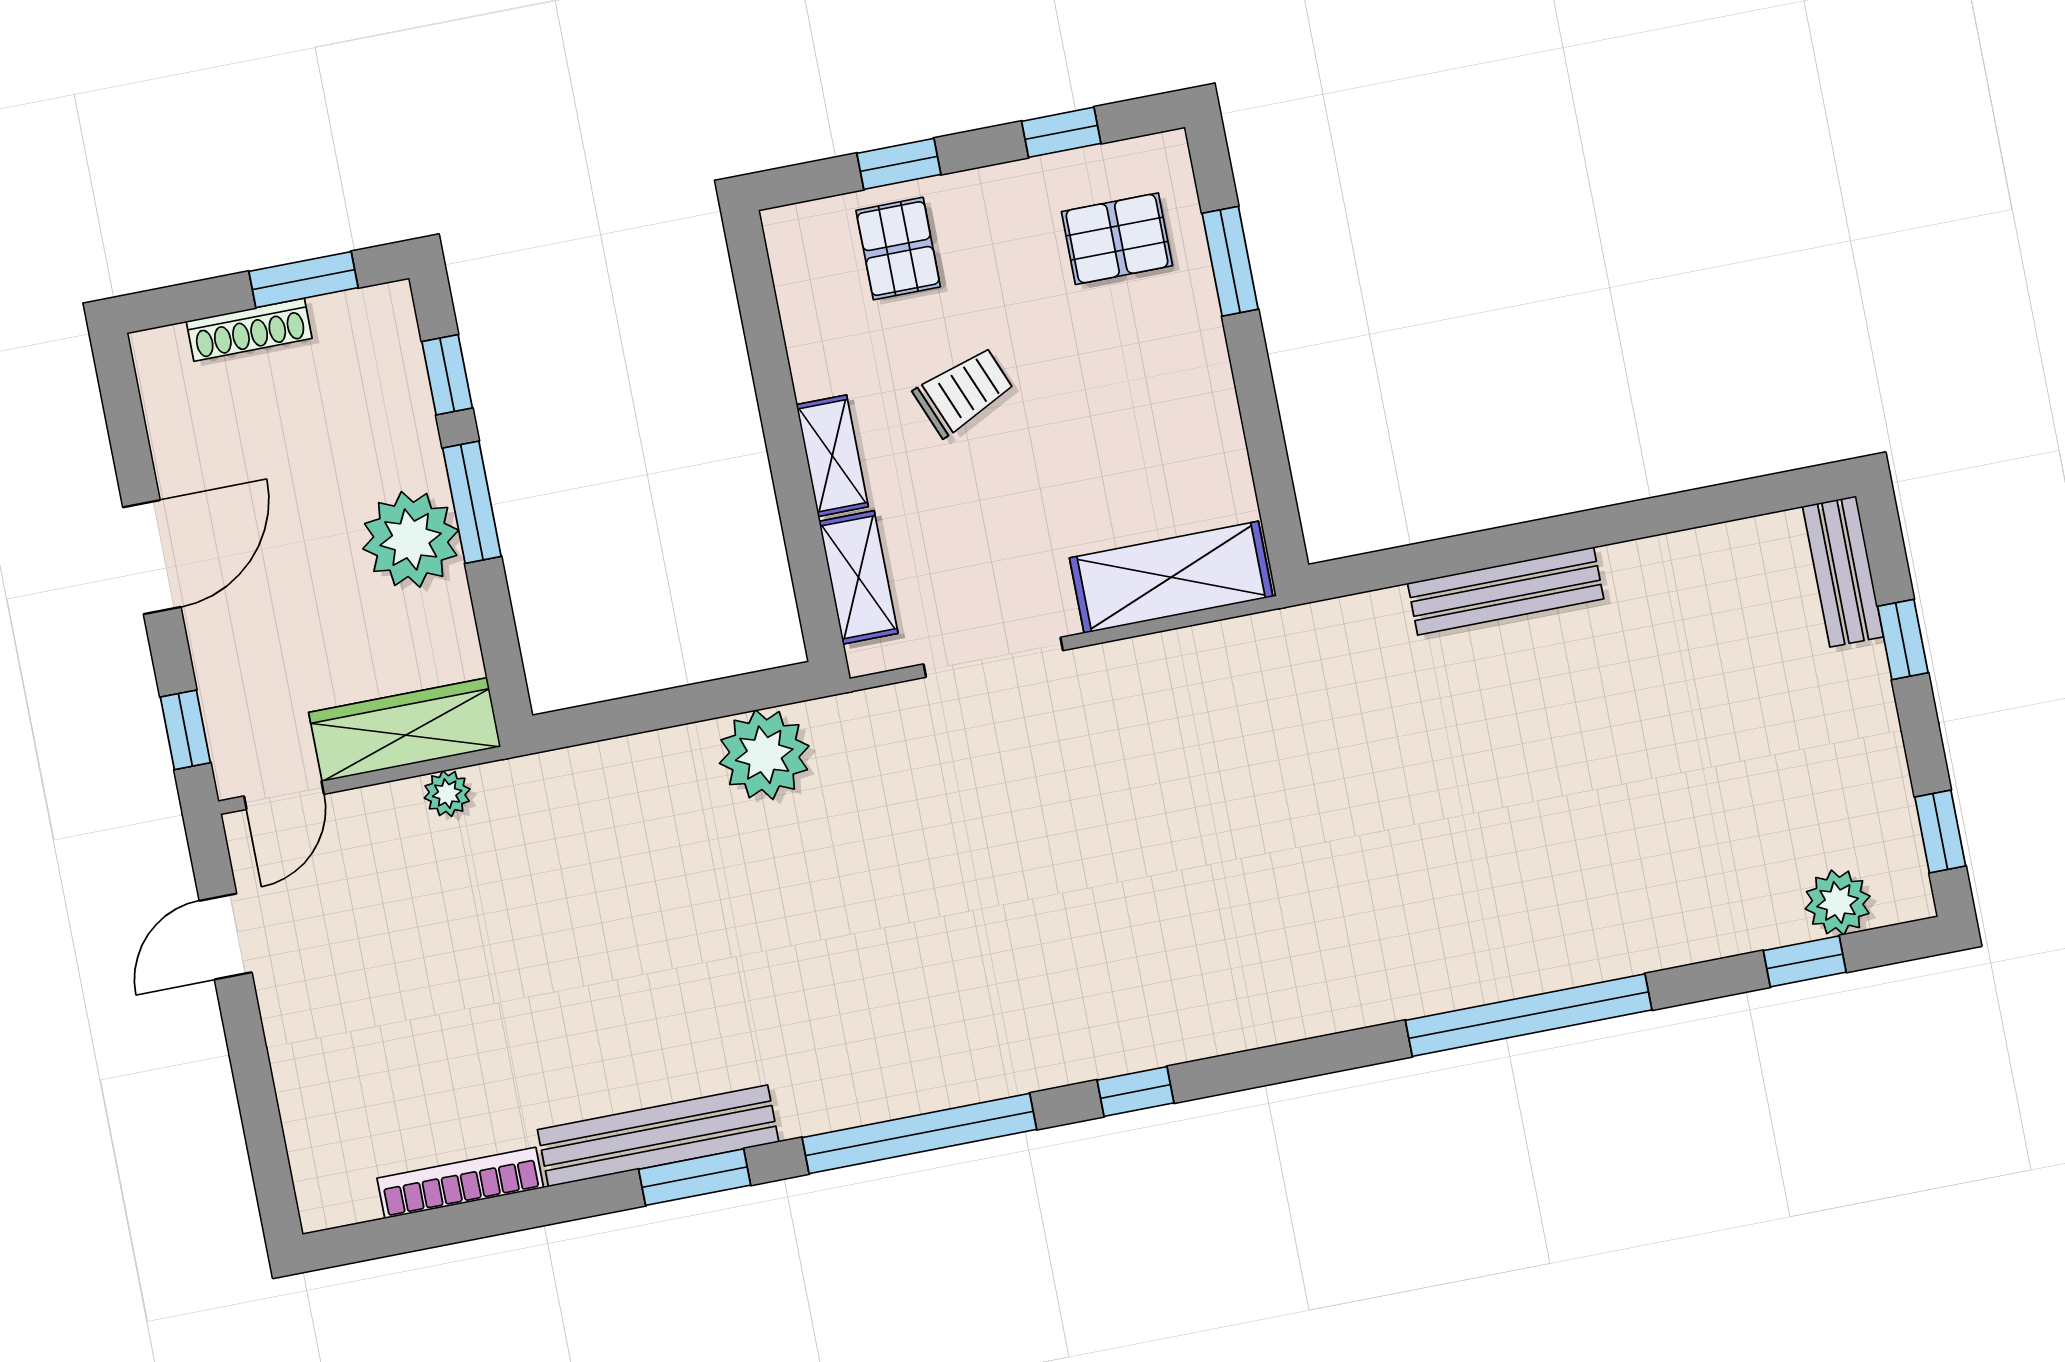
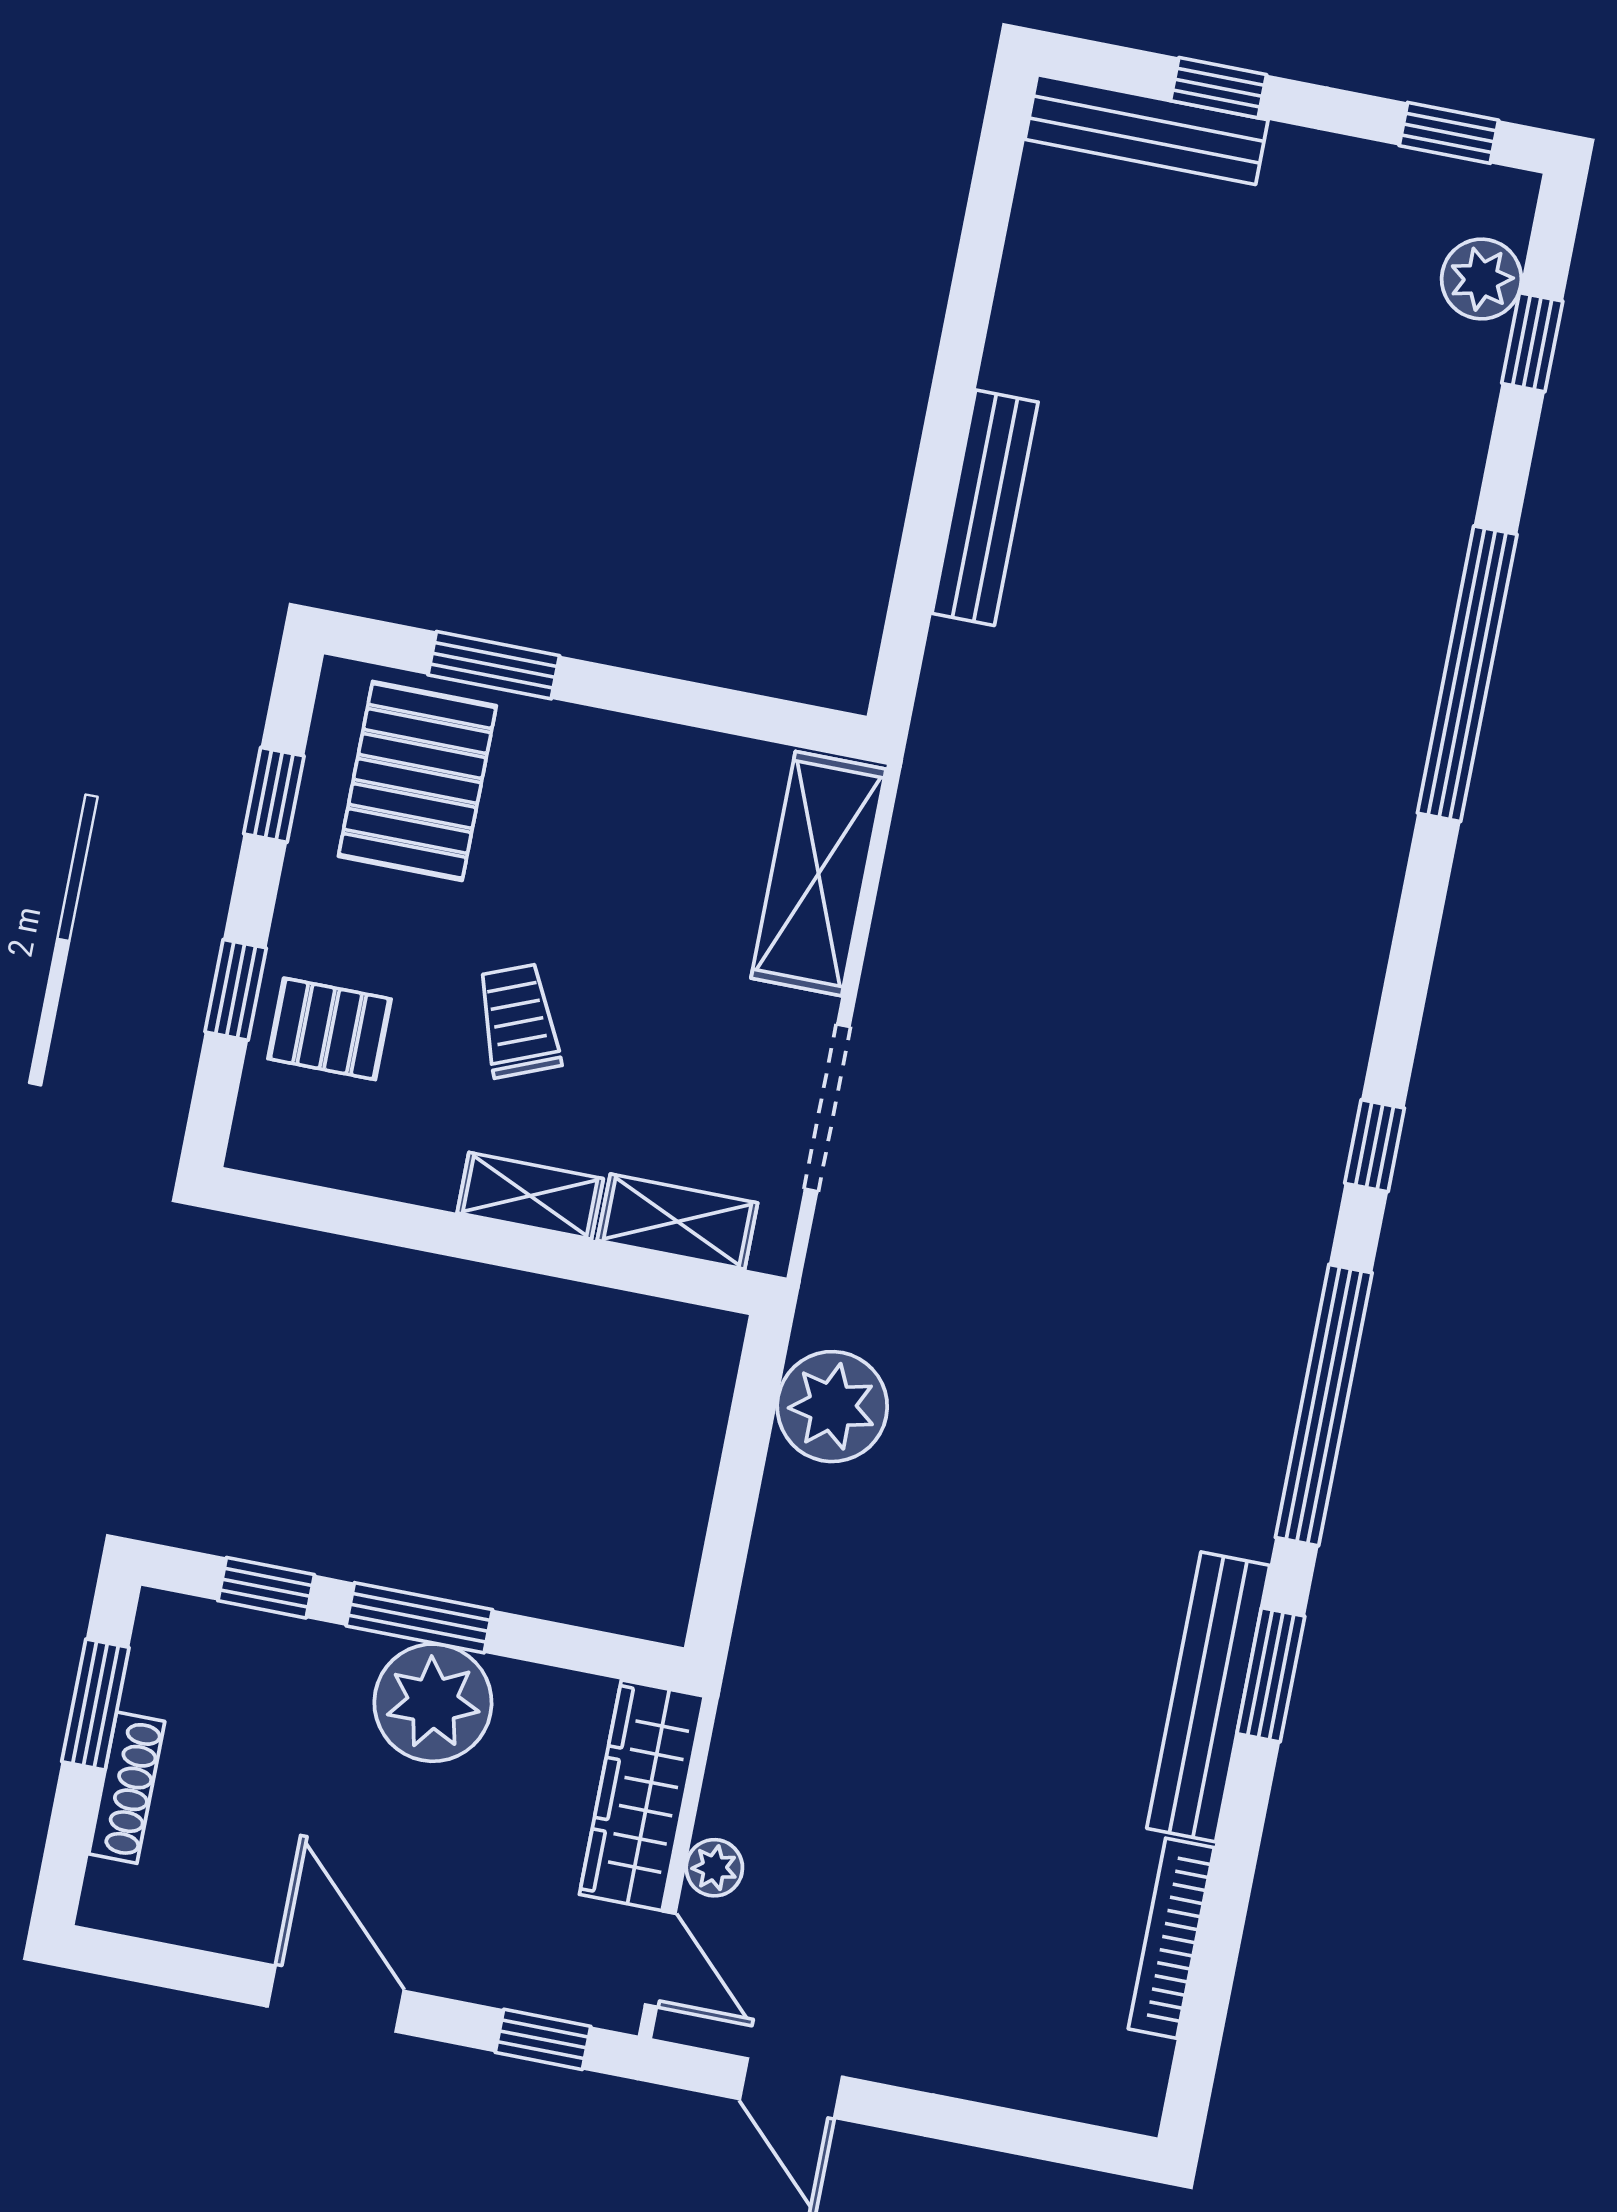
pallet: (1117, 239) -> (417, 781), width x1.50, depth x1.42
bench: (1843, 572) -> (1147, 130), width x1.36
plant: (447, 794) -> (714, 1868), moved

